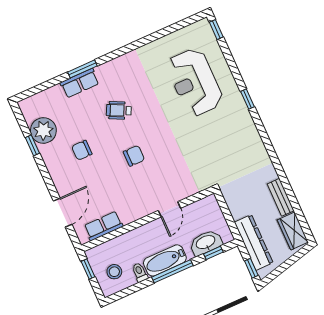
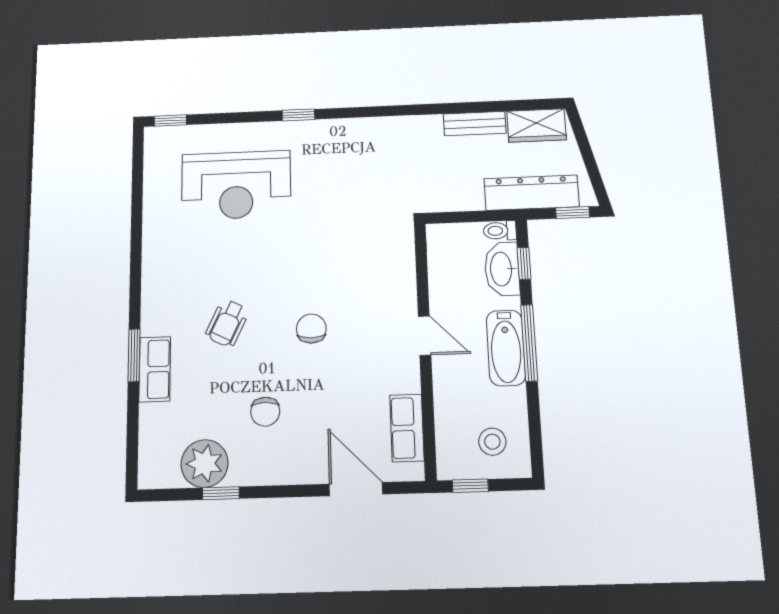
door: (169, 209) -> (425, 336), moved
toilet: (140, 272) -> (500, 231), moved

